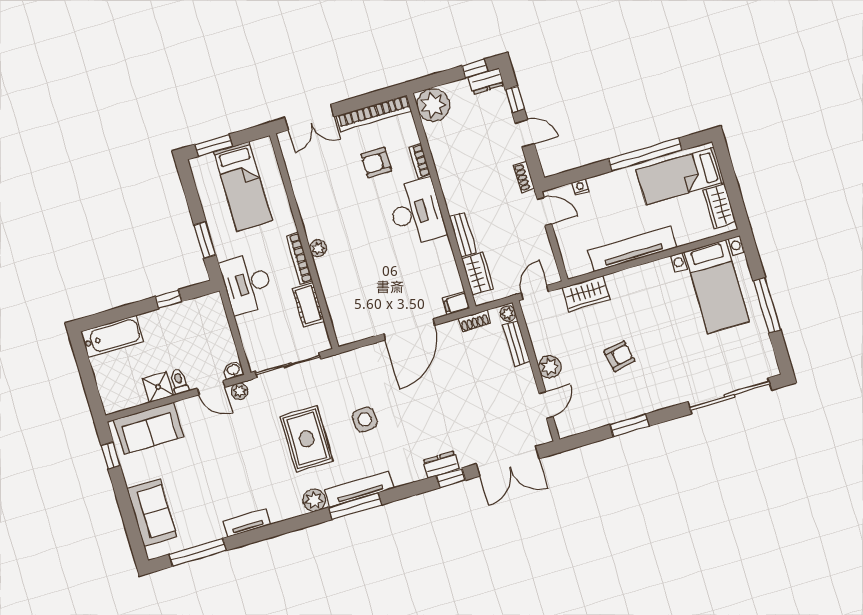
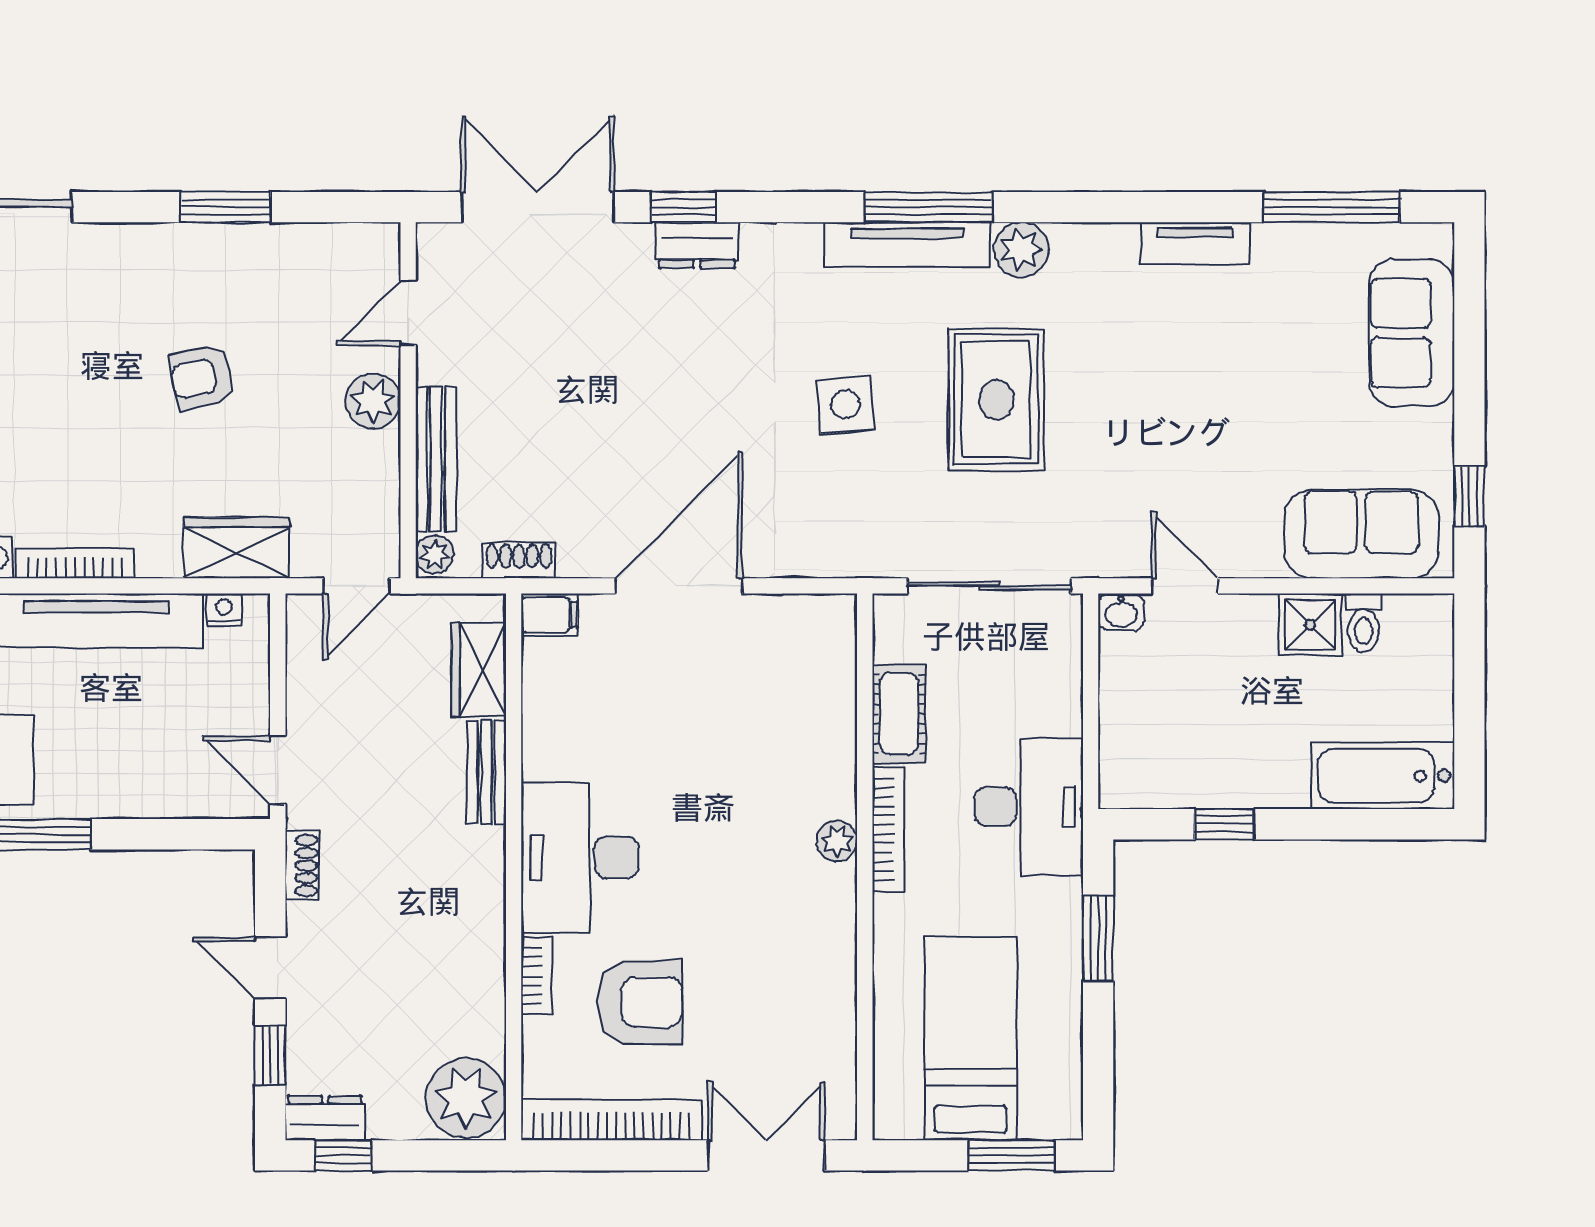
armchair: (376, 163) -> (640, 1002), width x1.38, depth x1.38
nightstand: (580, 187) -> (224, 610), moved, turned 180
bookcase: (647, 269) -> (75, 563), added
bench: (516, 344) -> (436, 459), width x1.36
toilet: (179, 382) -> (1364, 623), moved
plant: (239, 391) -> (1121, 558), removed

